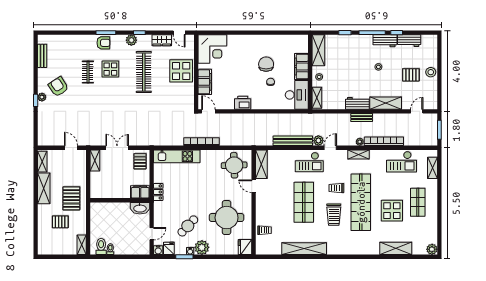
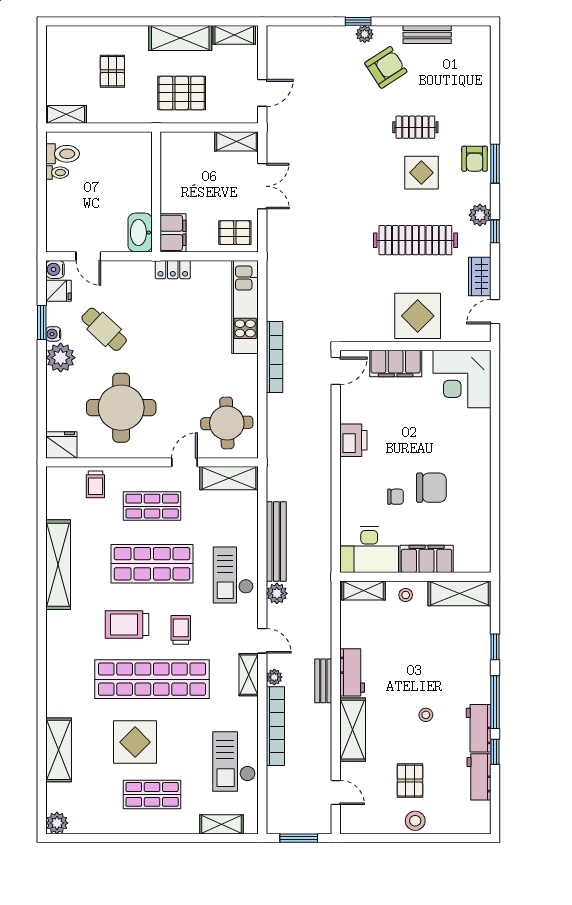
bench: (42, 56) -> (427, 35), moved
door: (330, 148) -> (262, 641), moved
pallet: (71, 198) -> (182, 93), moved
shop shelf: (275, 202) -> (152, 506), added

